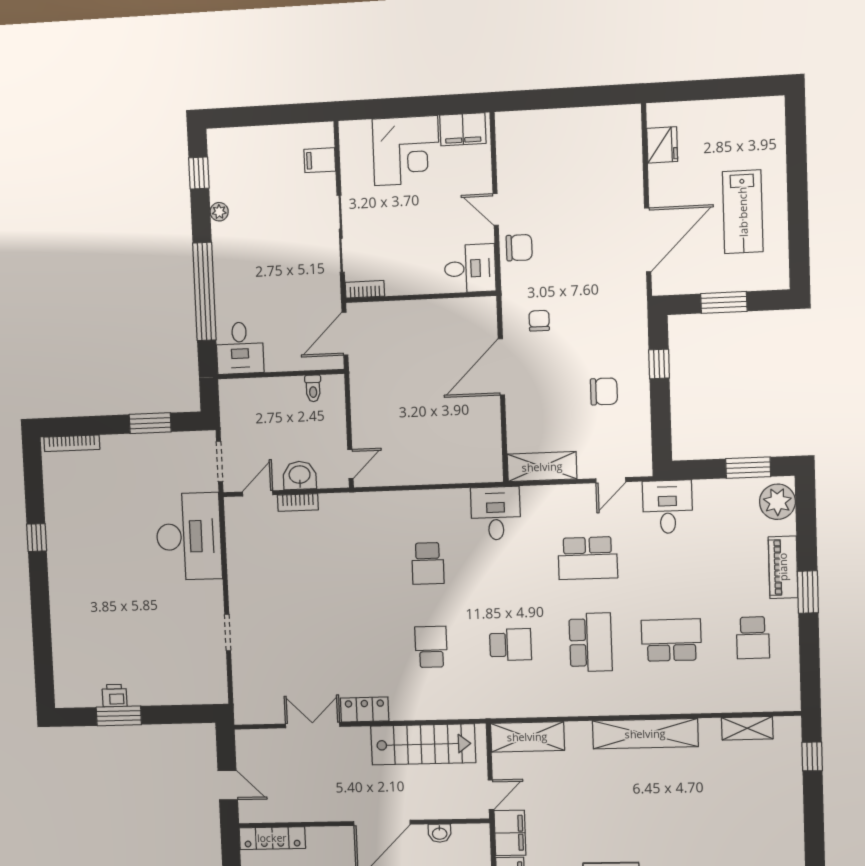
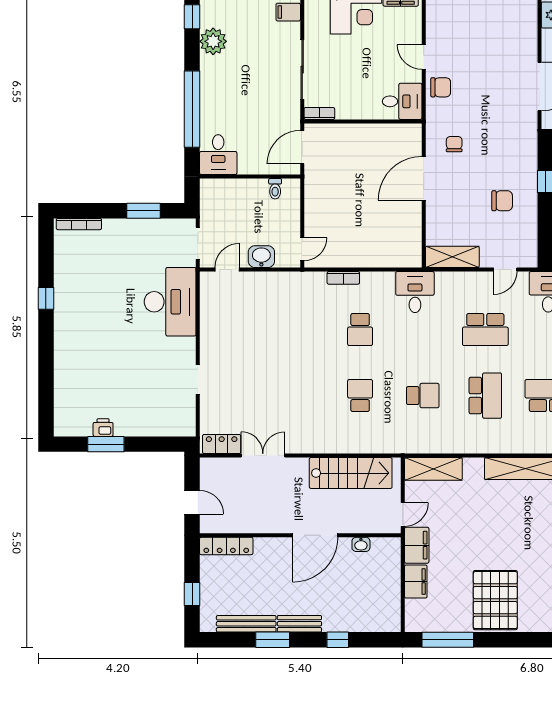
plant: (219, 212) -> (213, 41), width x1.88, depth x1.88
bookcase: (298, 502) -> (343, 278), moved
locker: (365, 710) -> (222, 444), moved

